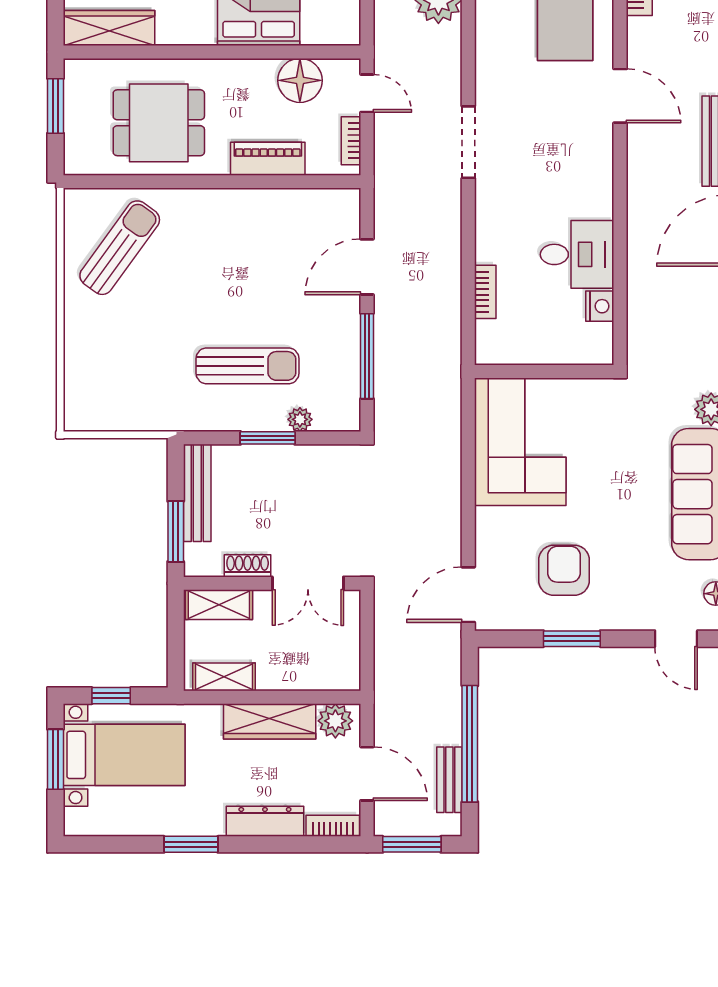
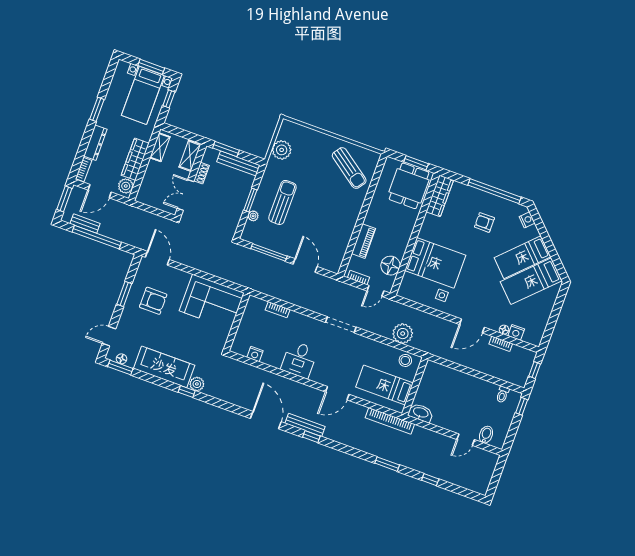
dining table: (159, 123) -> (409, 186), moved
desk: (577, 254) -> (299, 360), moved
sun lounger: (247, 366) -> (282, 202), turned 180
plant: (134, 409) -> (282, 150), added

